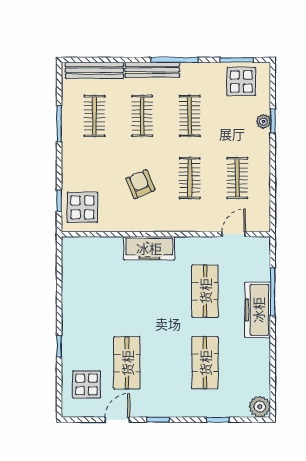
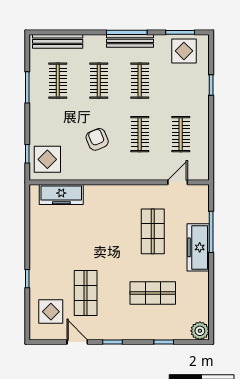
bench: (152, 70) -> (130, 41), moved
plant: (263, 121) -> (203, 85), removed
freezer: (149, 248) -> (61, 194), moved
shop shelf: (205, 363) -> (153, 293), turned 90
door: (117, 420) -> (77, 342), hinge flipped

